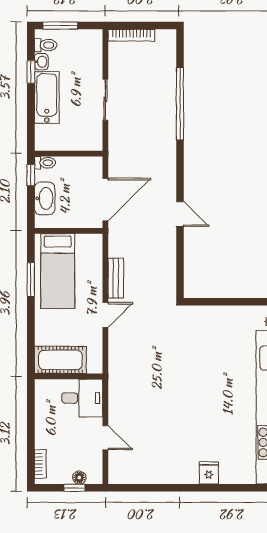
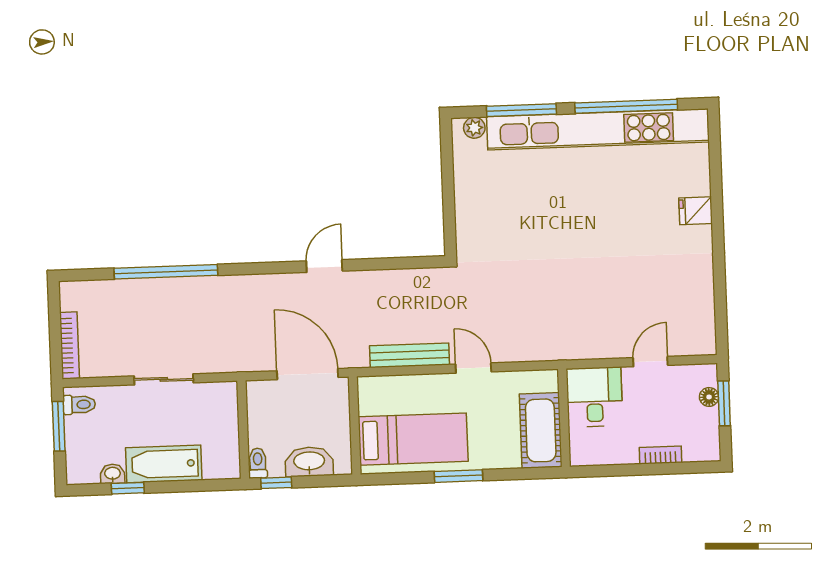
window: (60, 26) -> (59, 426), moved
toilet: (46, 45) -> (79, 405), moved, turned 90
bench: (116, 278) -> (409, 355), width x1.36
window: (31, 280) -> (458, 476), moved
bookcase: (40, 464) -> (660, 455), moved
window: (74, 488) -> (724, 403), width x1.50

